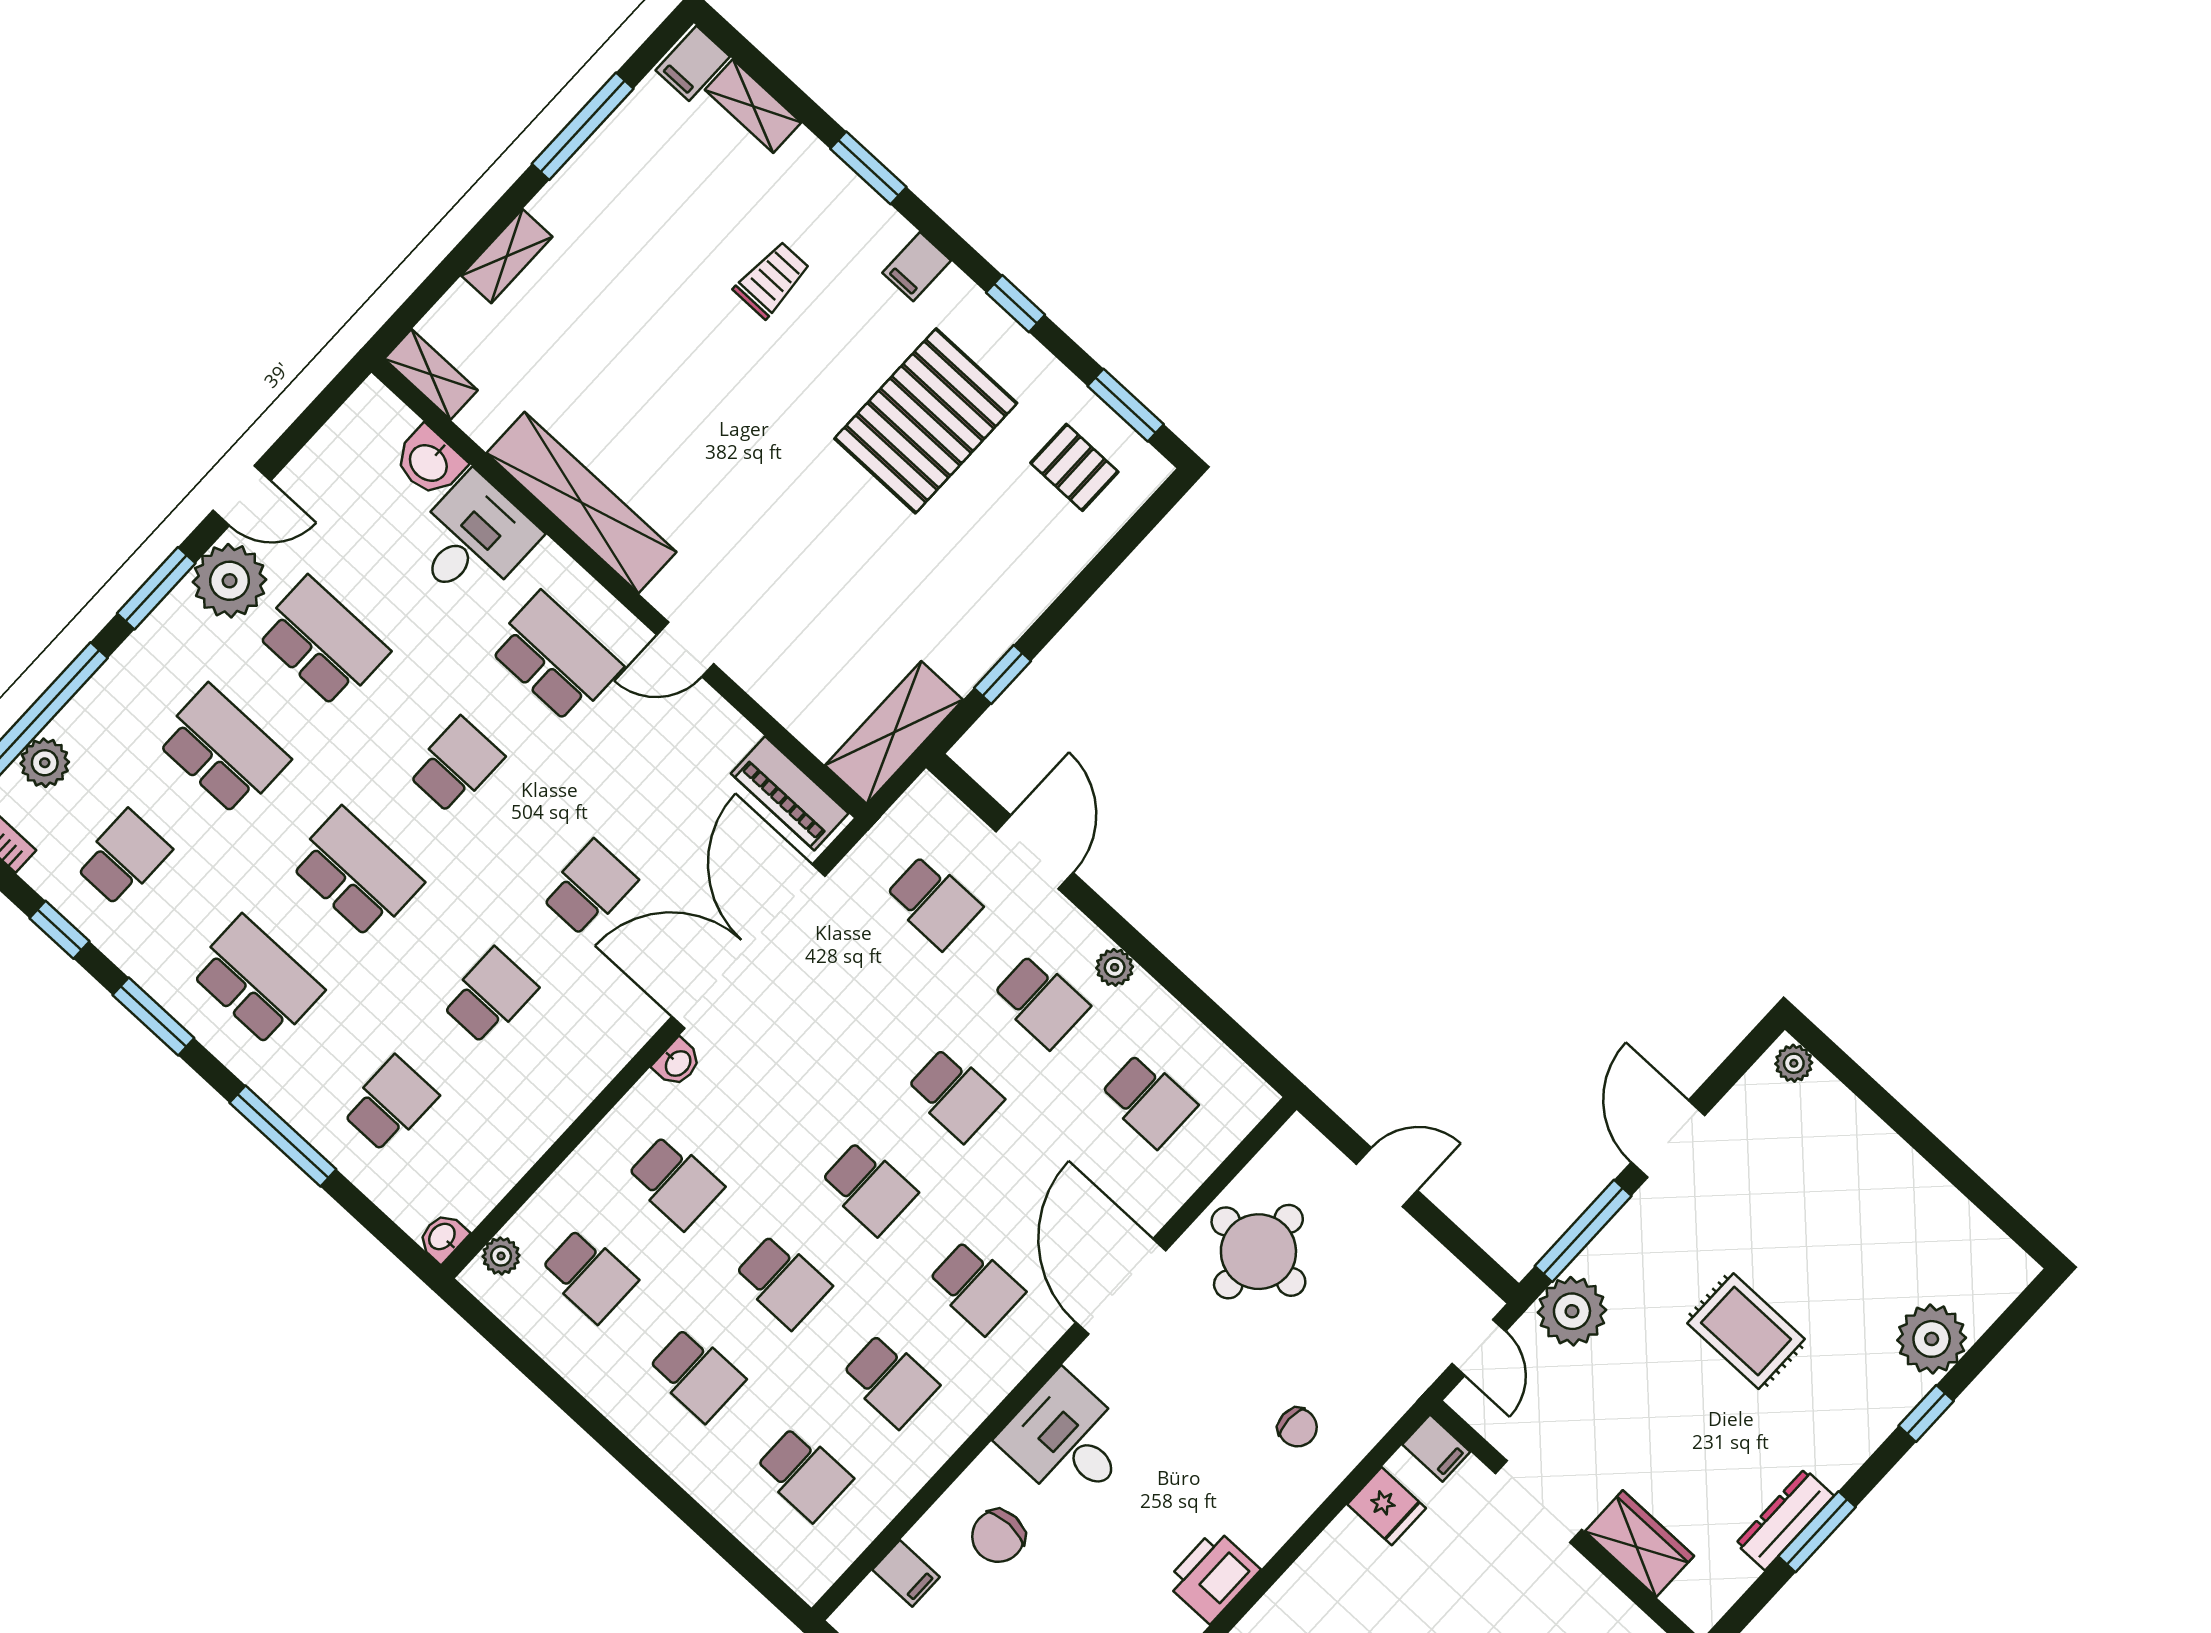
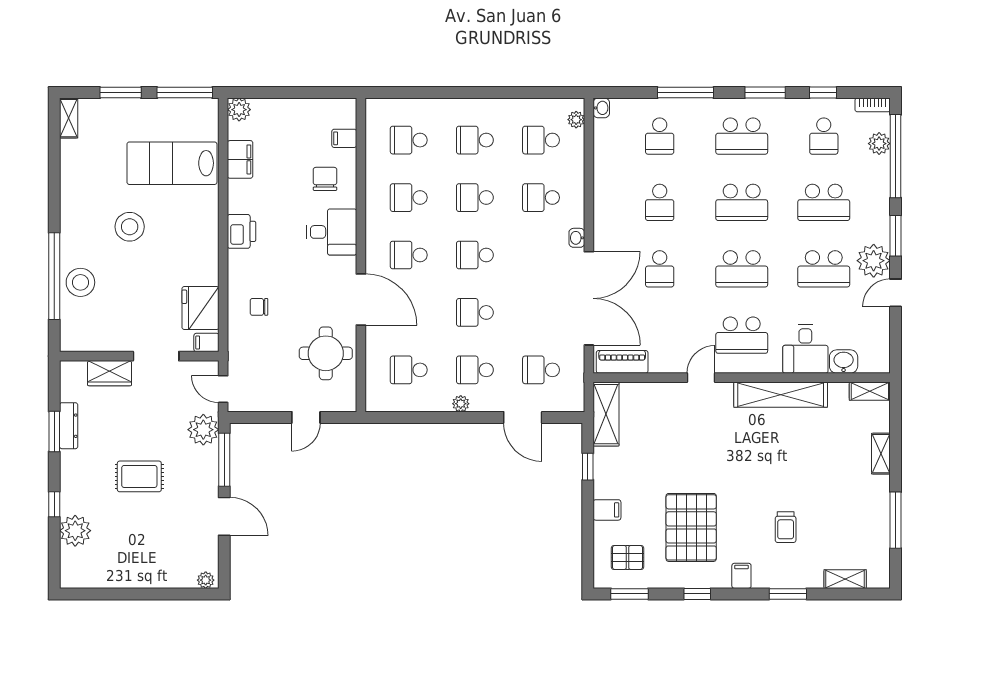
filing cabinet: (693, 63) -> (607, 510), moved, turned 90
school desk: (456, 765) -> (742, 269), width x1.85
fridge: (1387, 1506) -> (200, 308), width x1.88, depth x1.34

